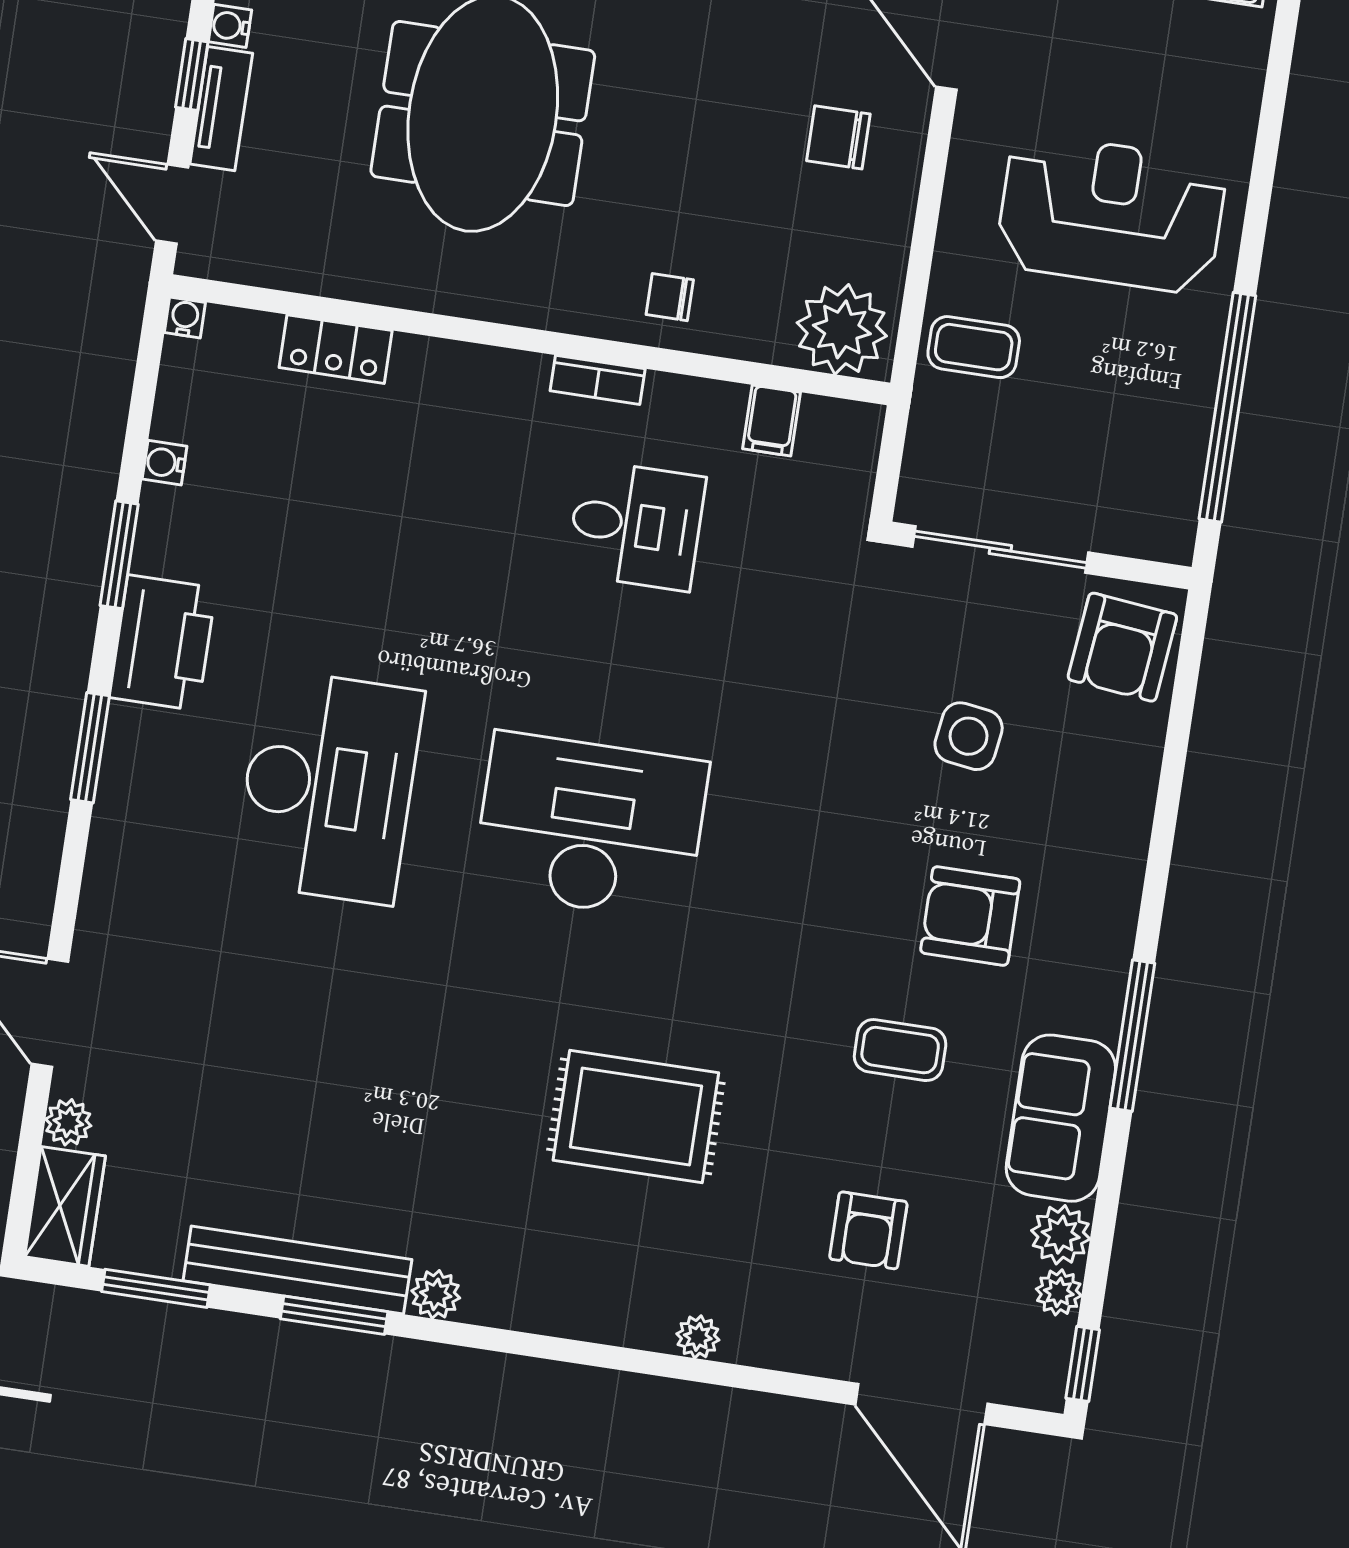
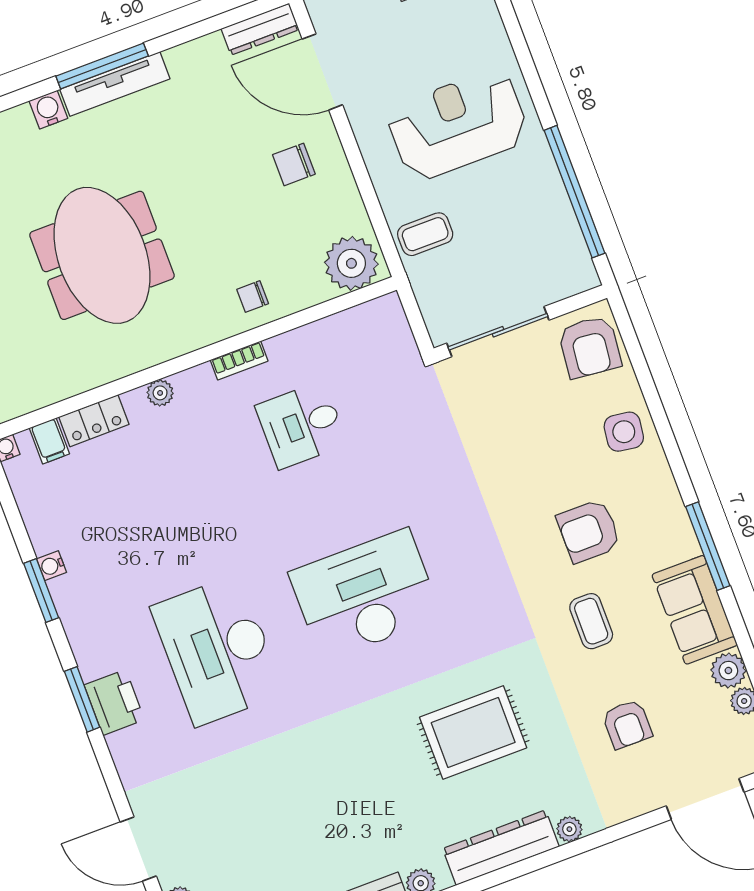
plant: (455, 363) -> (160, 393), added
filing cabinet: (771, 421) -> (49, 441), moved
water cooler: (165, 463) -> (52, 566), moved
desk: (636, 525) -> (301, 425), turned 180
printer: (163, 643) -> (114, 702), moved, width x0.73, depth x0.84
side table: (969, 736) -> (624, 432), moved
desk: (328, 787) -> (217, 650), turned 180
coffee table: (900, 1050) -> (591, 621), turned 90
dresser: (582, 1308) -> (501, 848), added

